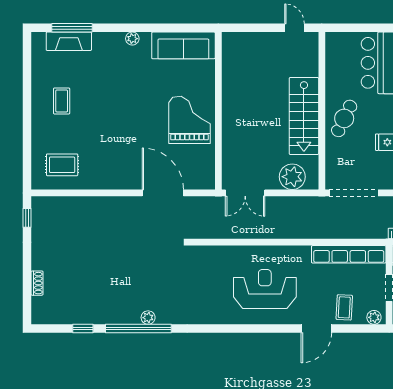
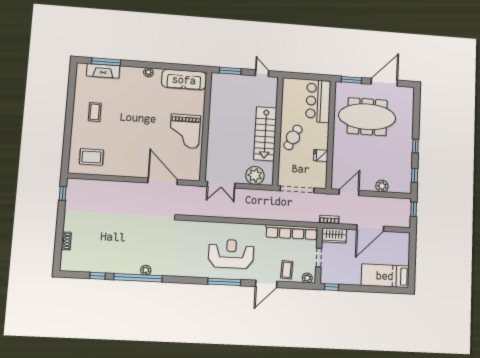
window: (248, 28) -> (230, 71), added
grand piano: (189, 120) -> (185, 131), turned 180
window: (257, 328) -> (224, 282), added

